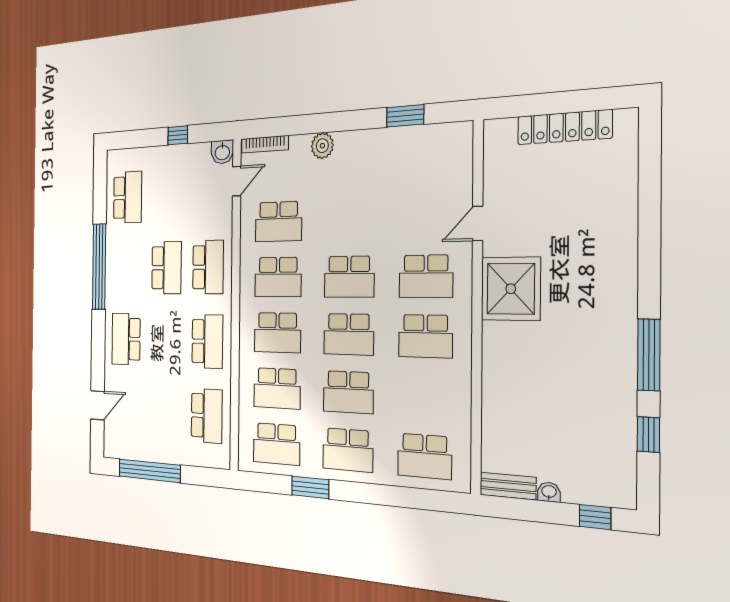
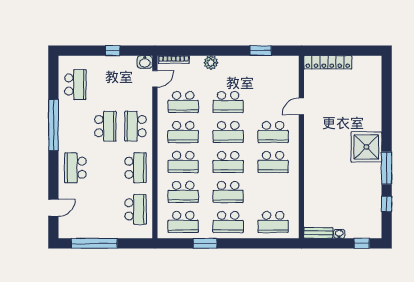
locker: (564, 127) -> (328, 62), moved
school desk: (350, 219) -> (228, 102), added
school desk: (208, 267) -> (136, 126), turned 180
shower: (511, 289) -> (366, 147), moved

